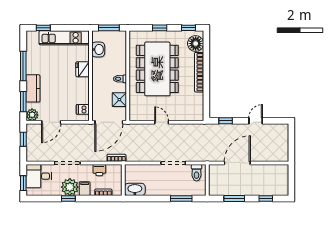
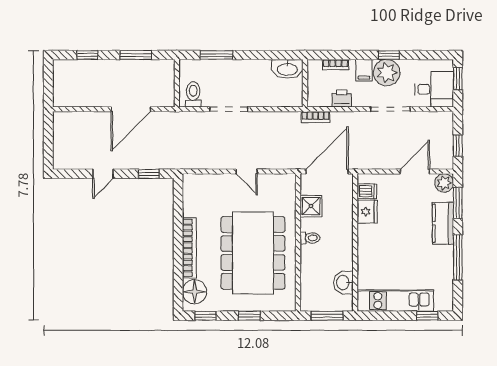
fridge: (83, 69) -> (367, 212), moved

